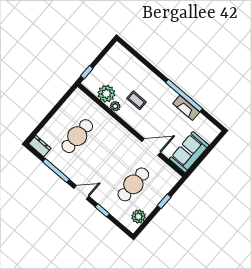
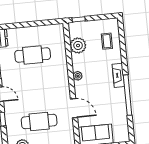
coffee table: (136, 100) -> (107, 41), moved
plant: (115, 106) -> (78, 76), moved
fireplace: (186, 108) -> (118, 75), moved

